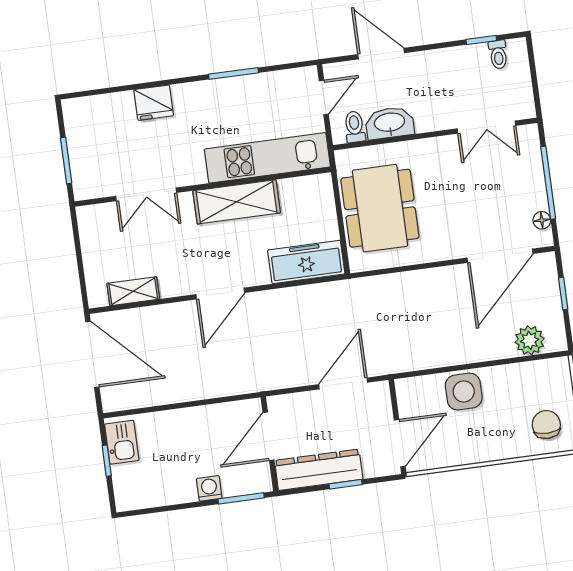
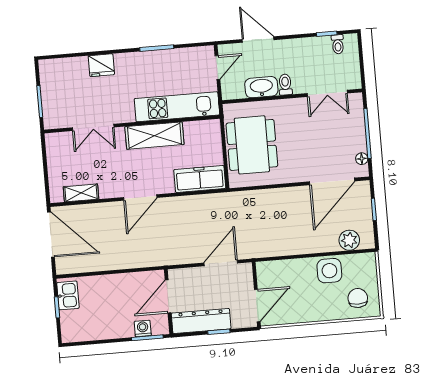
toilet: (355, 127) -> (285, 85), moved
side table: (464, 392) -> (329, 271), moved
washing machine: (209, 488) -> (143, 328), moved

